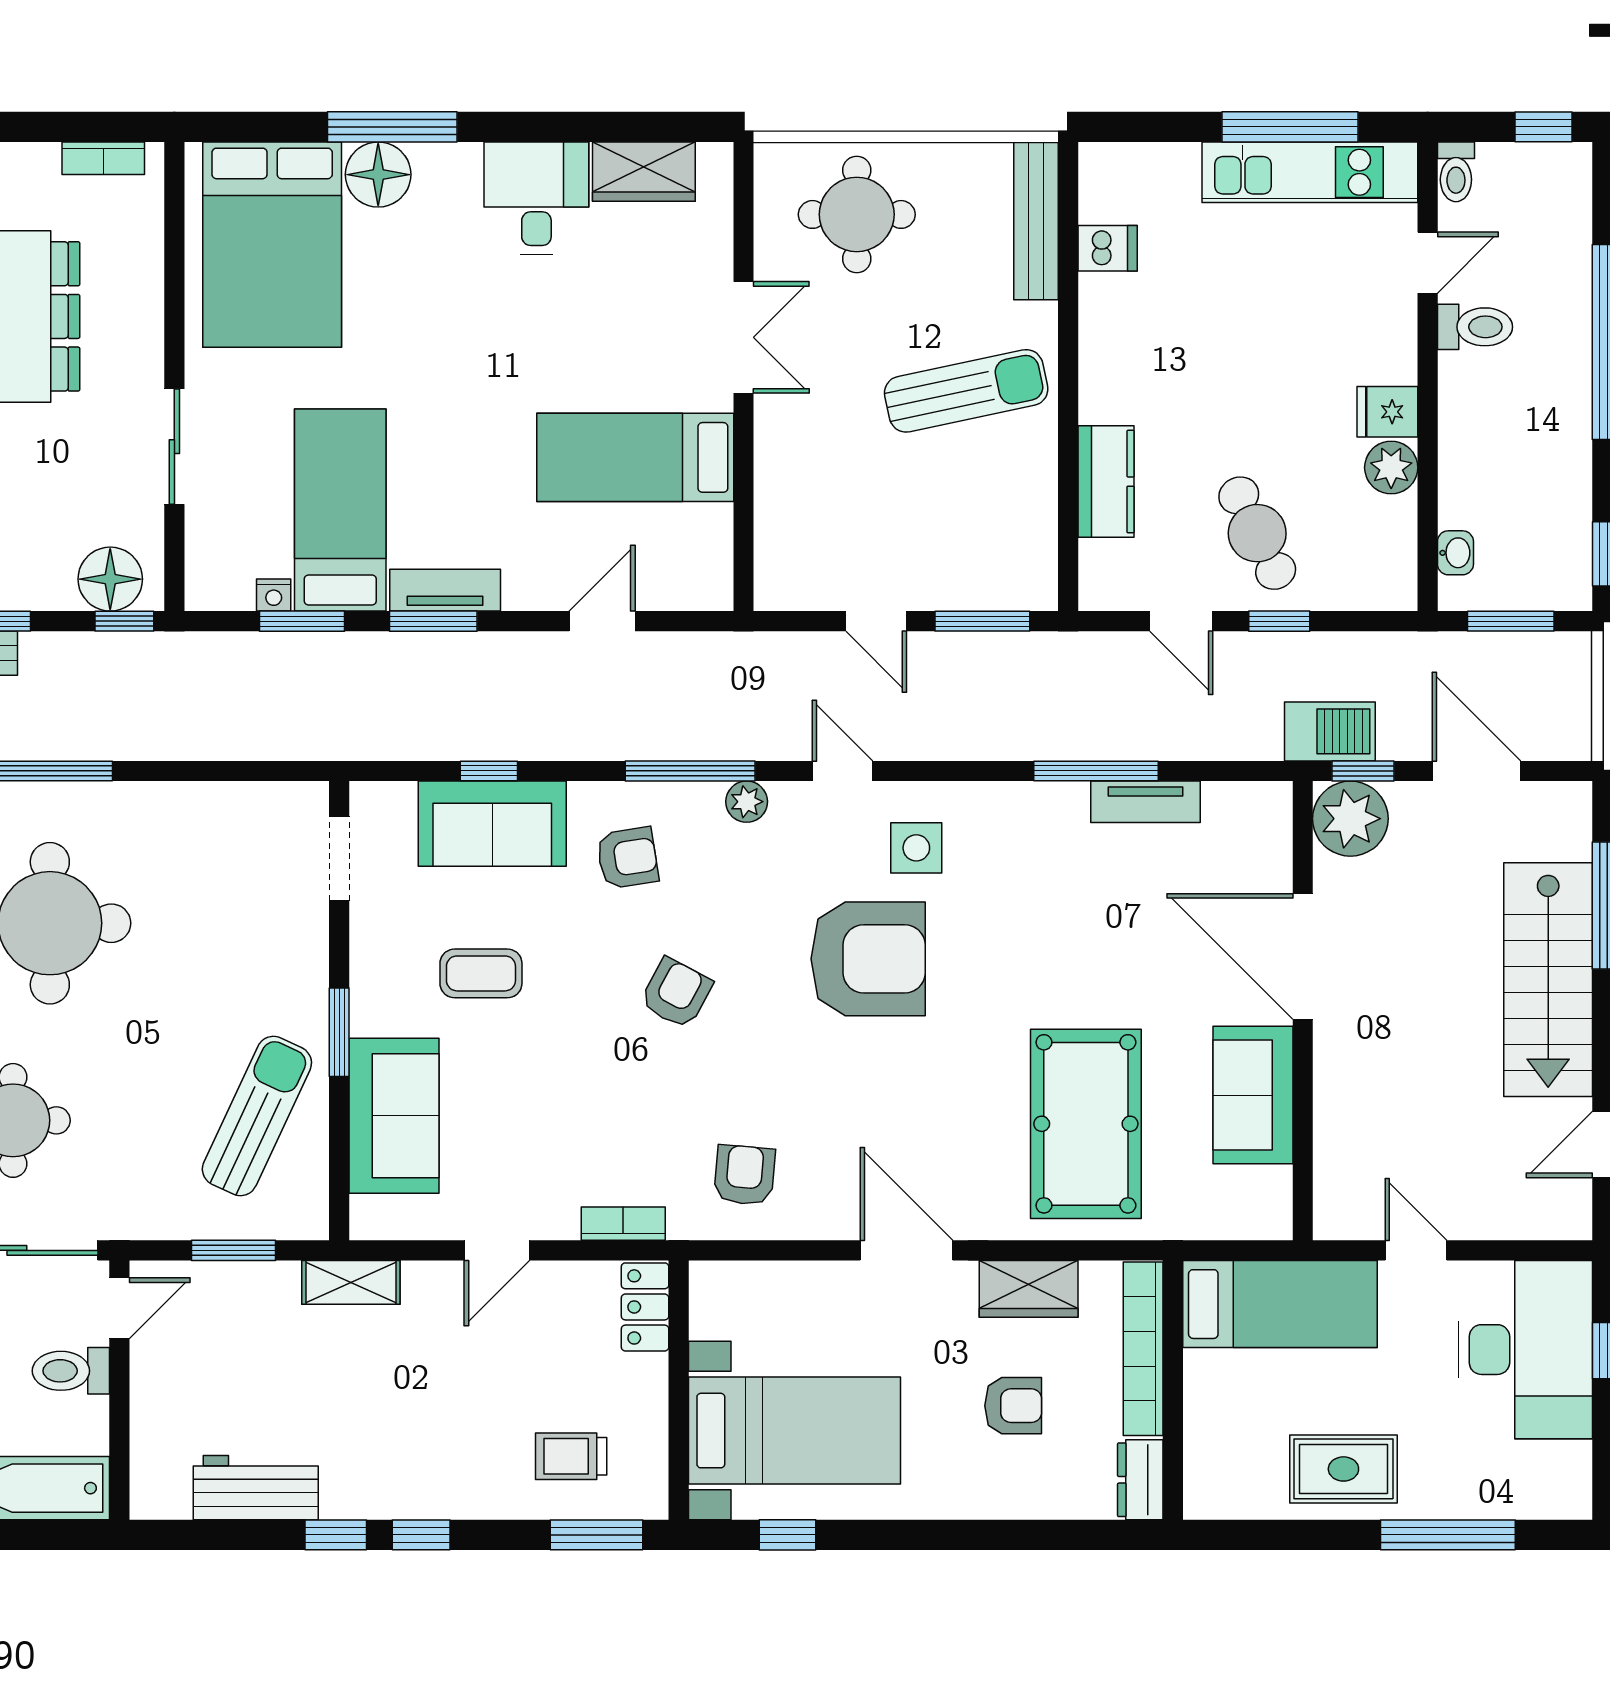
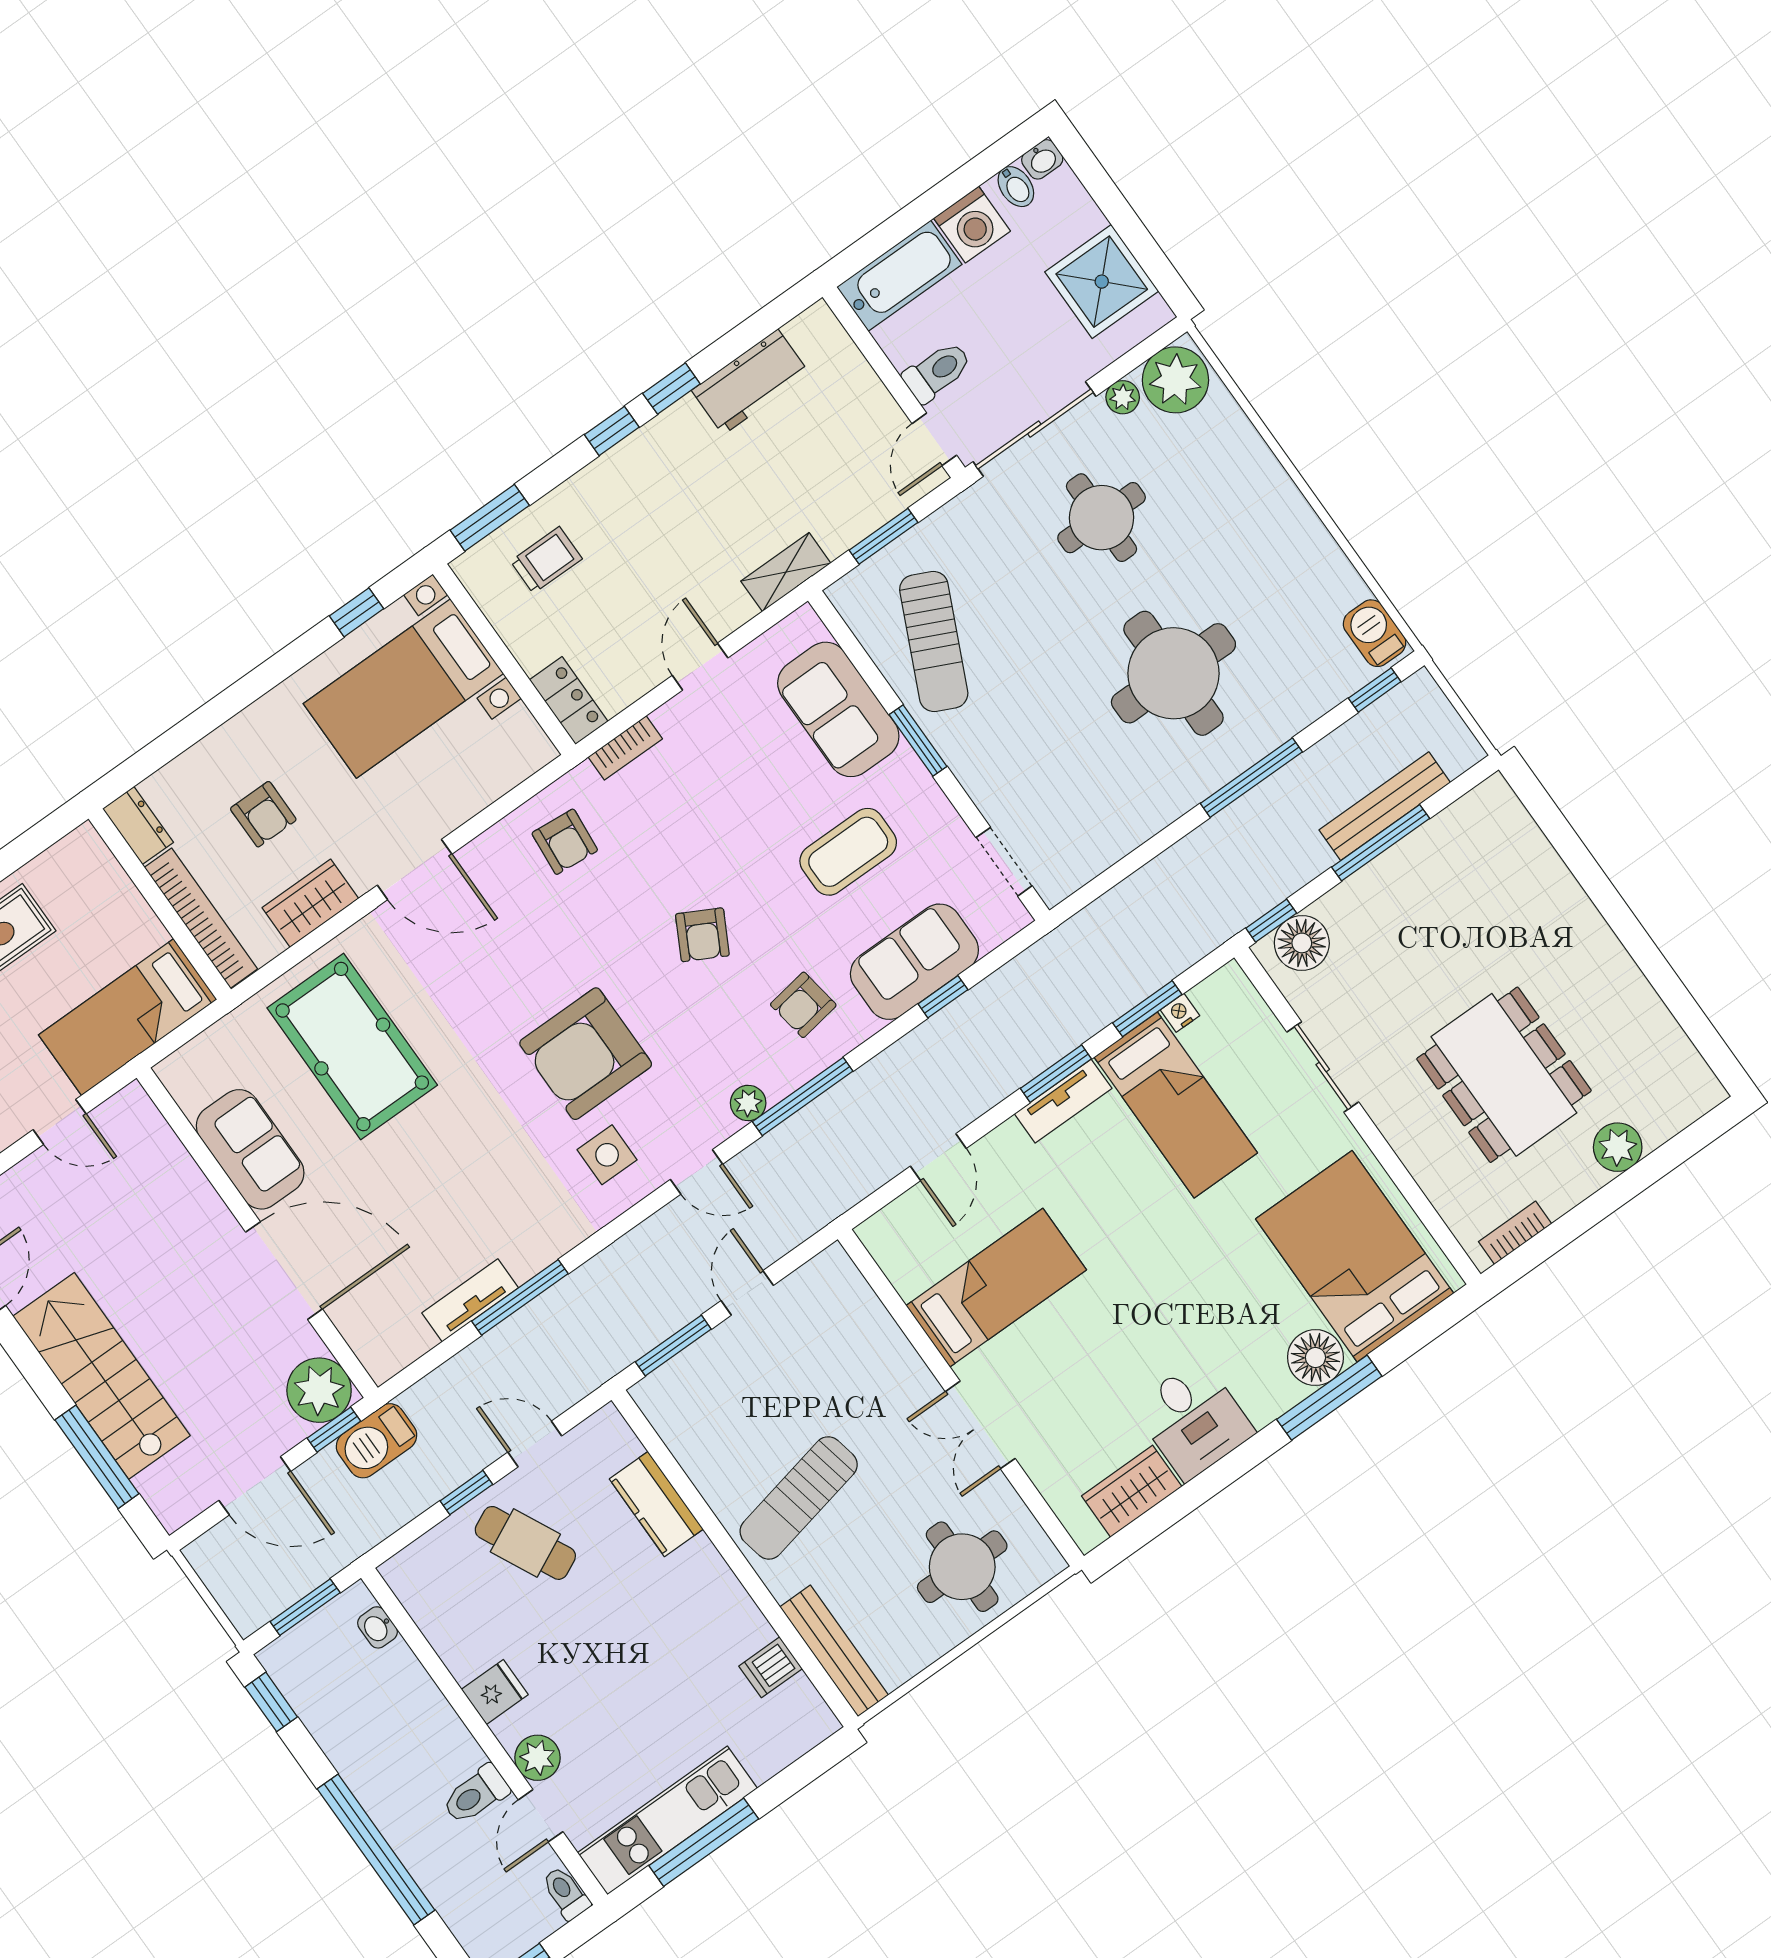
plant: (1391, 468) -> (538, 1758), moved
door: (876, 621) -> (747, 1293), hinge flipped
coffee table: (481, 973) -> (848, 852), width x1.36, depth x1.30
armchair: (1013, 1406) -> (263, 814), turned -90

